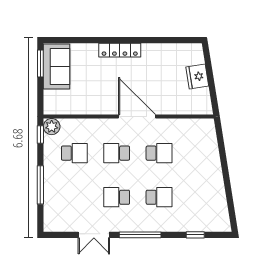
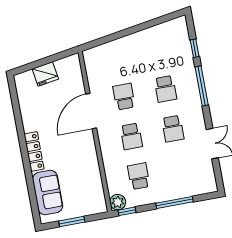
window: (40, 64) -> (72, 222), moved
sofa: (57, 66) -> (48, 193), moved, turned 90
door: (137, 117) -> (91, 111), moved
school desk: (159, 197) -> (165, 89), turned 180
window: (140, 235) -> (202, 86), moved

